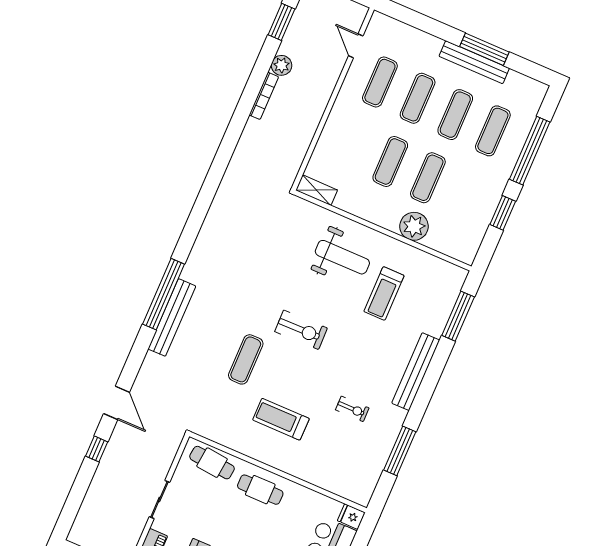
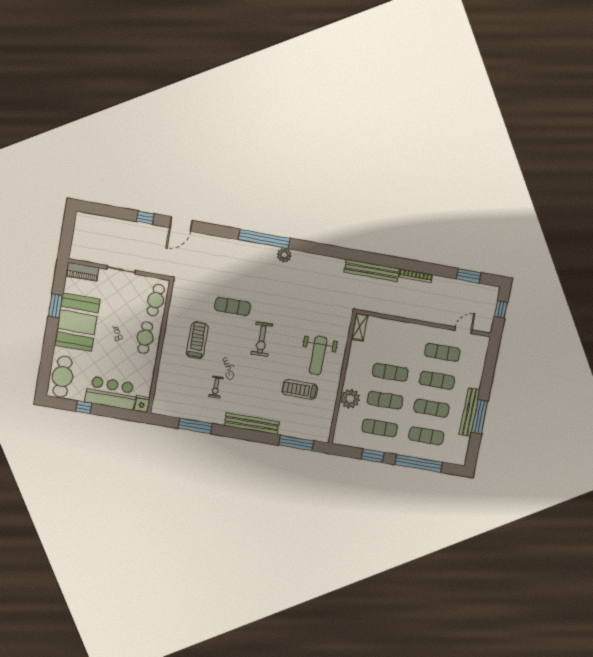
plant: (282, 65) -> (284, 255), moved
exercise mat: (466, 194) -> (380, 428), added
bench: (172, 317) -> (372, 270), moved

